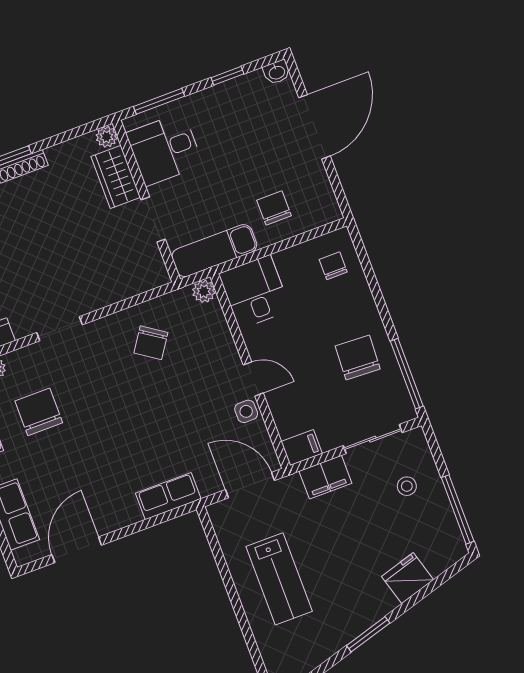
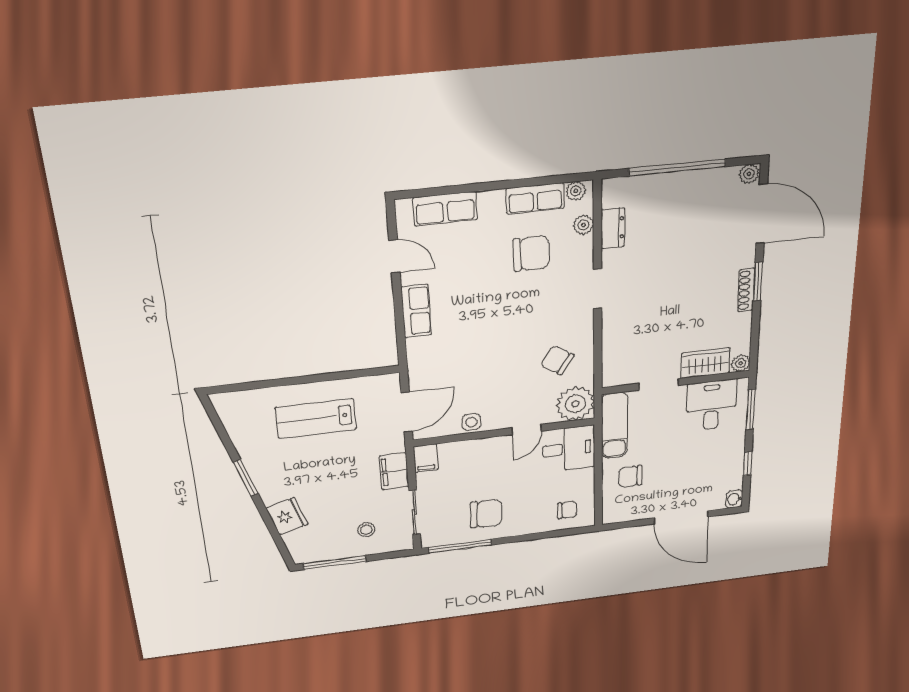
chair: (274, 208) -> (630, 476), turned 180
plant: (204, 291) -> (575, 404), width x1.88, depth x1.88
door: (253, 379) -> (527, 430), moved
row of seats: (168, 496) -> (416, 311), moved
door: (77, 550) -> (394, 256), width x0.73

